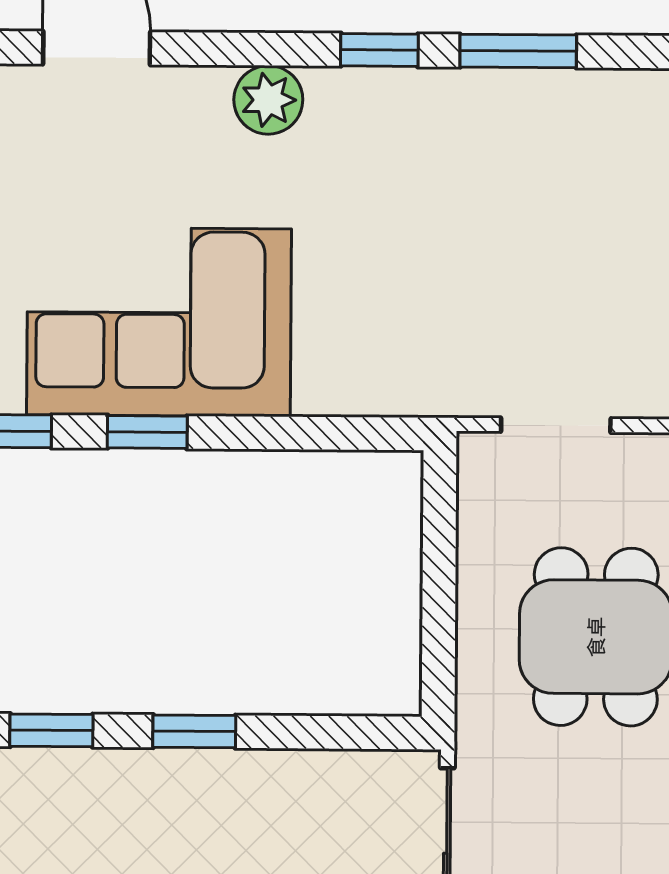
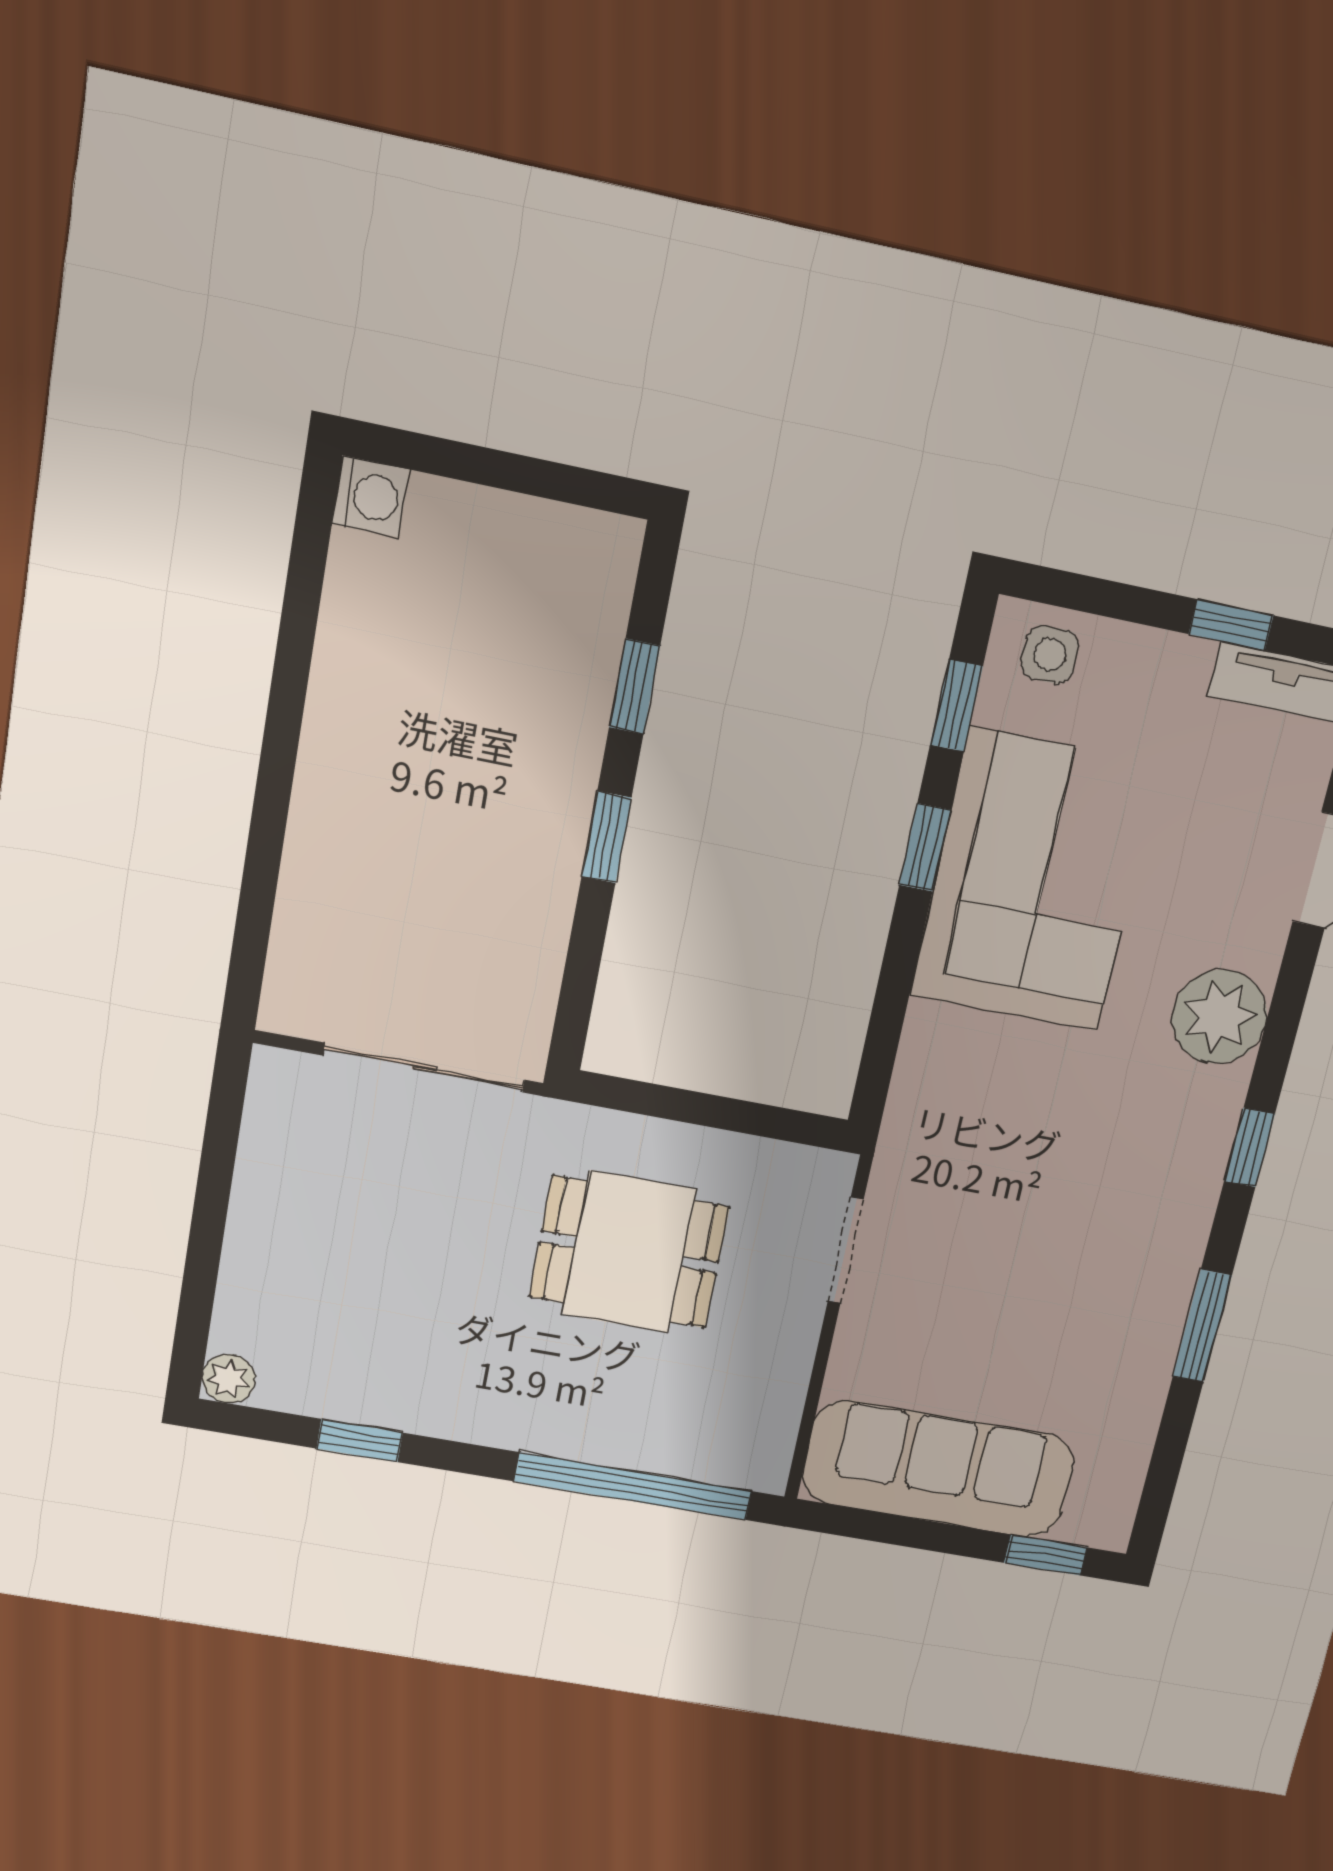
window: (518, 51) -> (1202, 1326), moved
plant: (268, 100) -> (1219, 1017), width x1.36, depth x1.36

